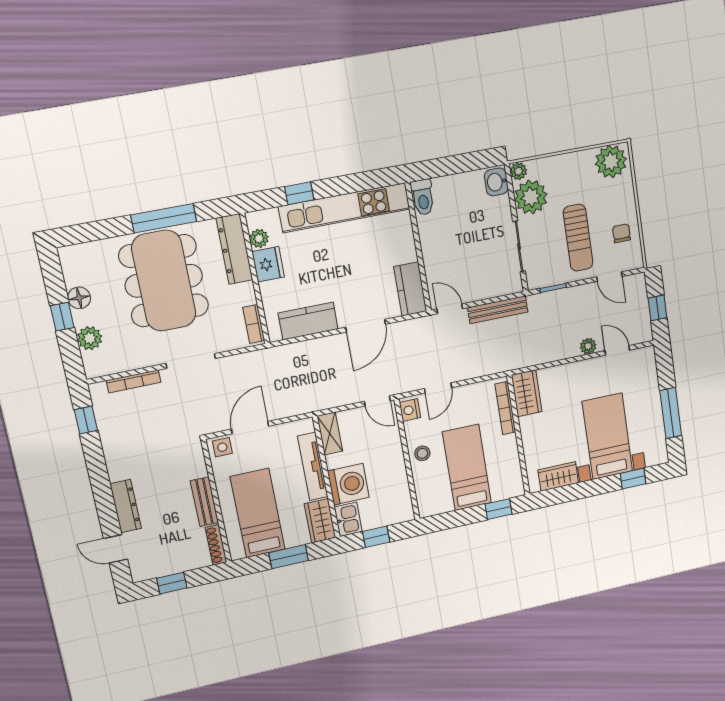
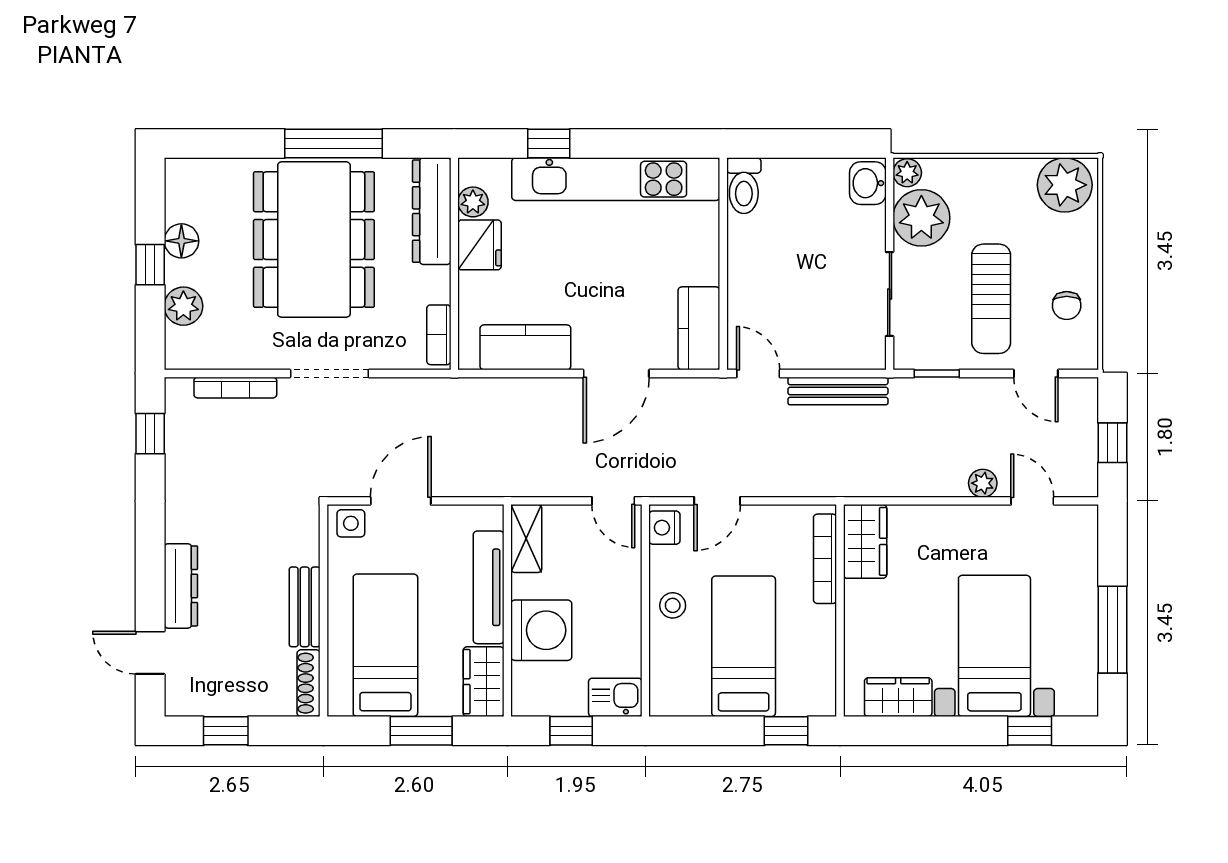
chair: (621, 233) -> (1067, 305), turned 180
kitchen sink: (348, 519) -> (615, 697), moved, turned -90

